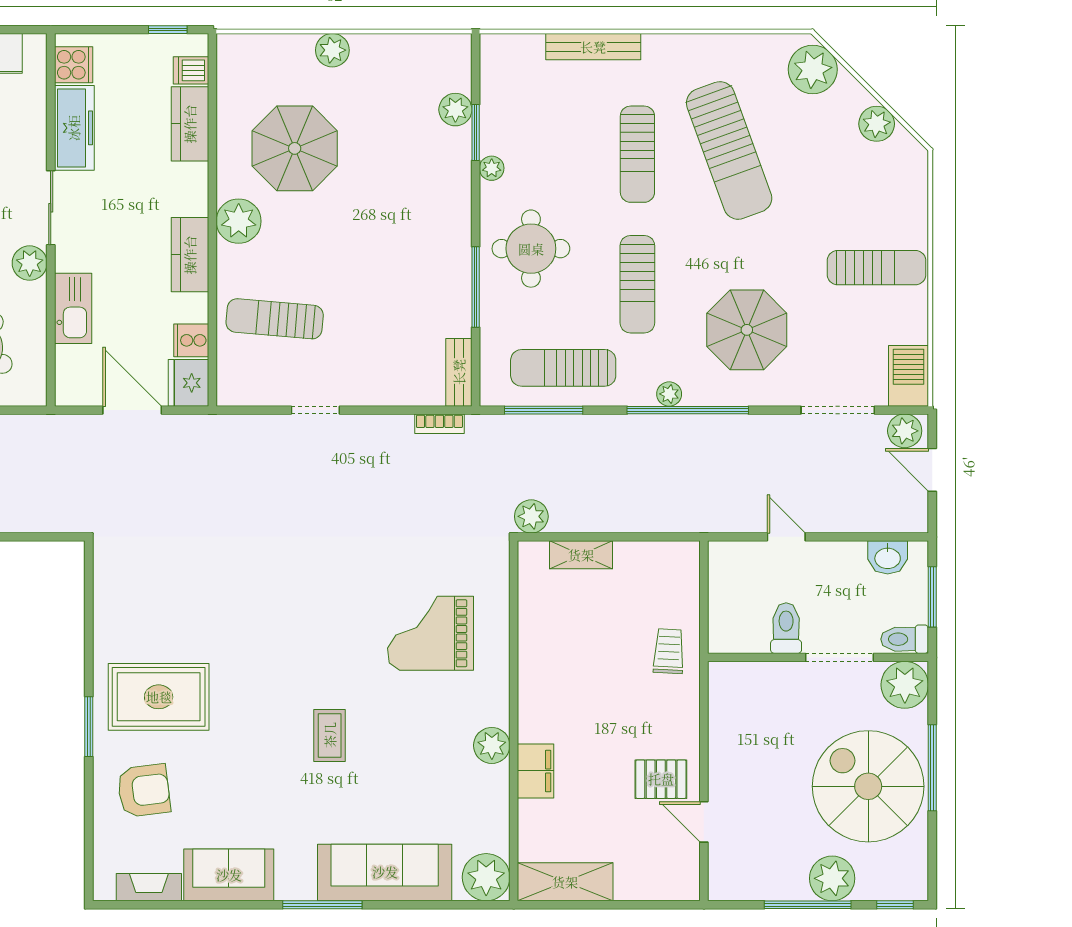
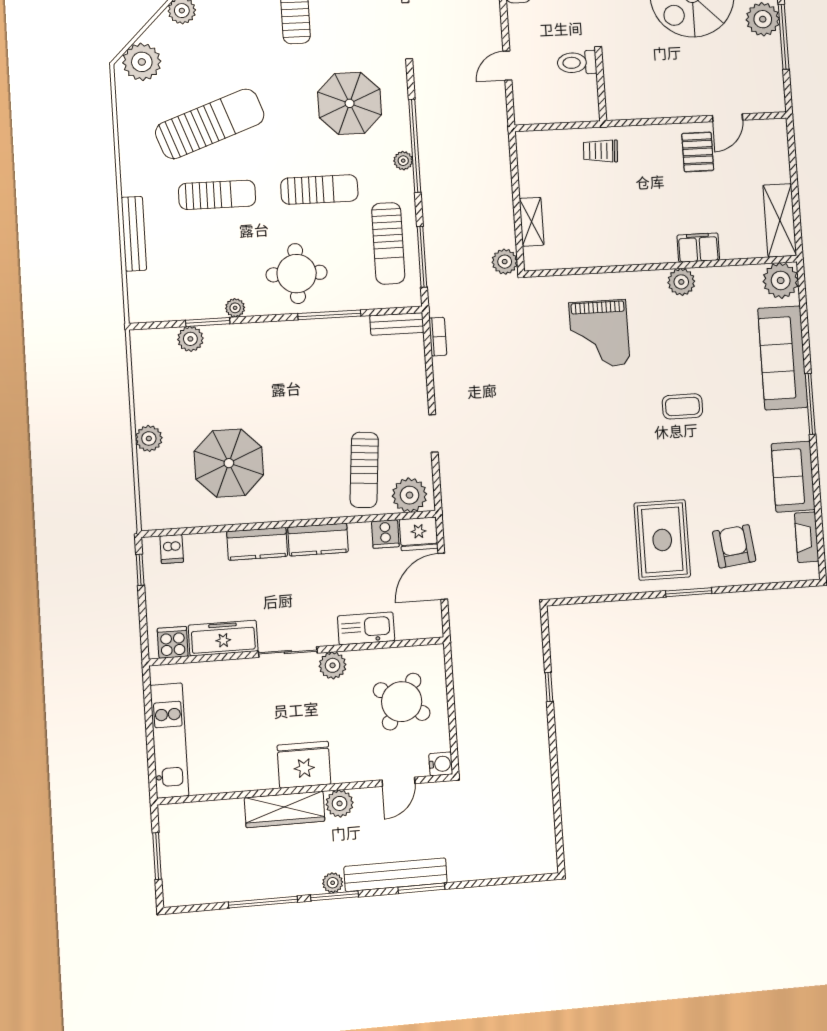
kitchen counter: (190, 124) -> (257, 544), moved
plant: (239, 221) -> (410, 495), moved

